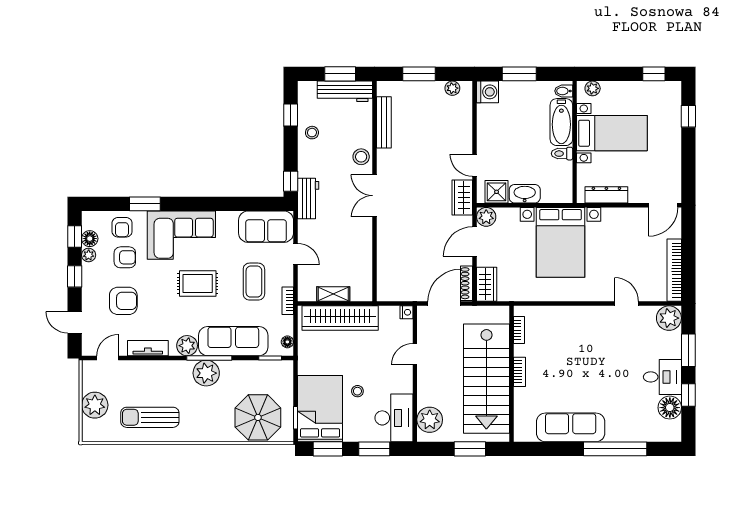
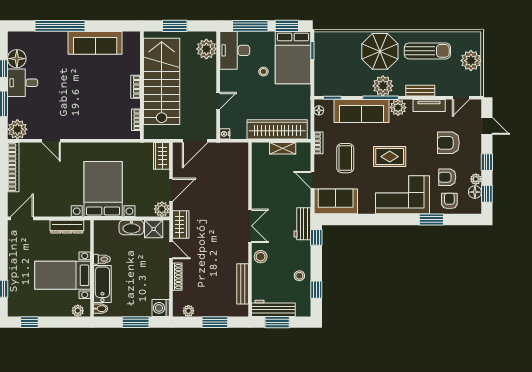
shoe rack: (467, 283) -> (177, 277), moved
bench: (159, 367) -> (420, 91), added
parasol: (258, 417) -> (380, 51), moved
window: (374, 449) -> (250, 26), width x1.44

